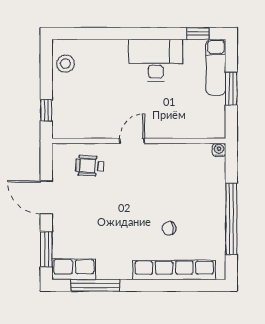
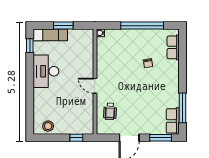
row of seats: (174, 270) -> (173, 47), width x0.50

